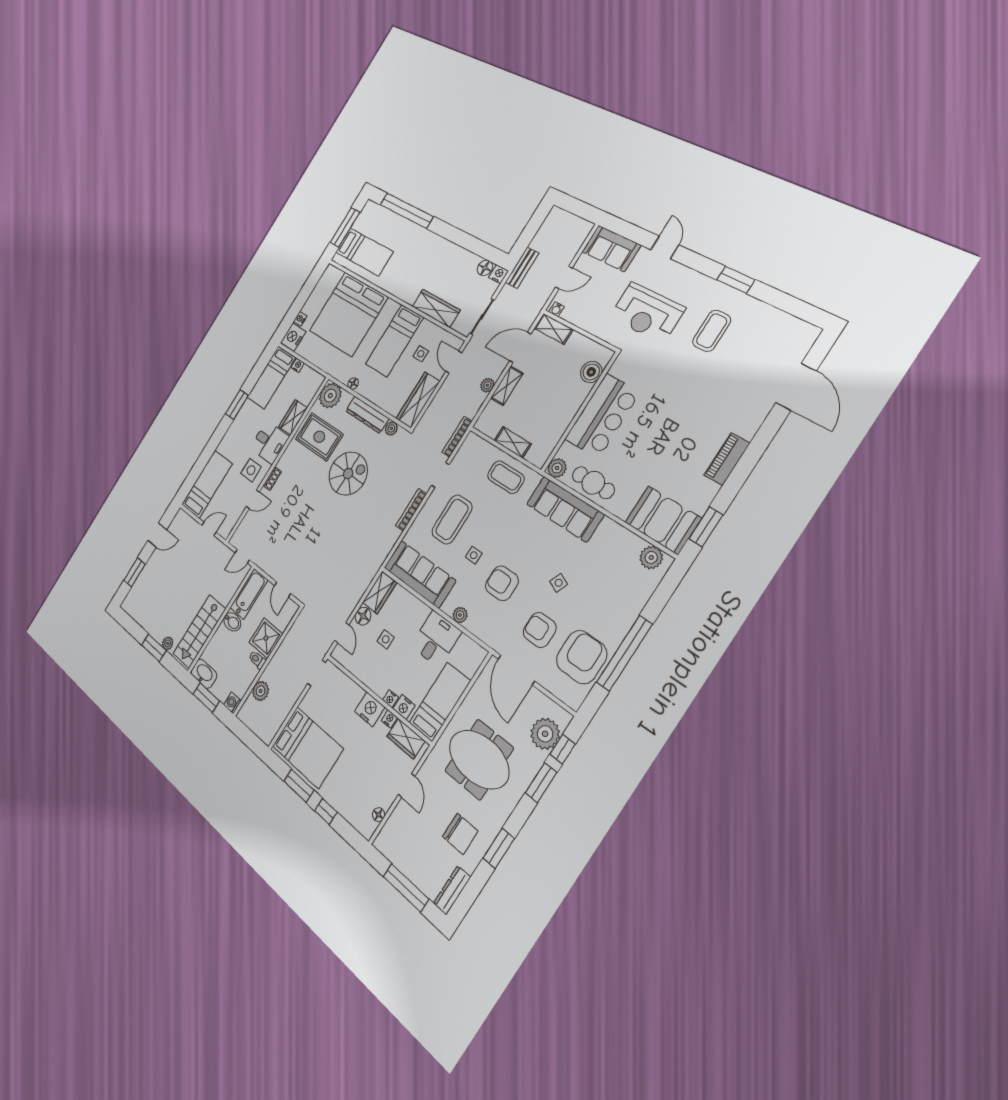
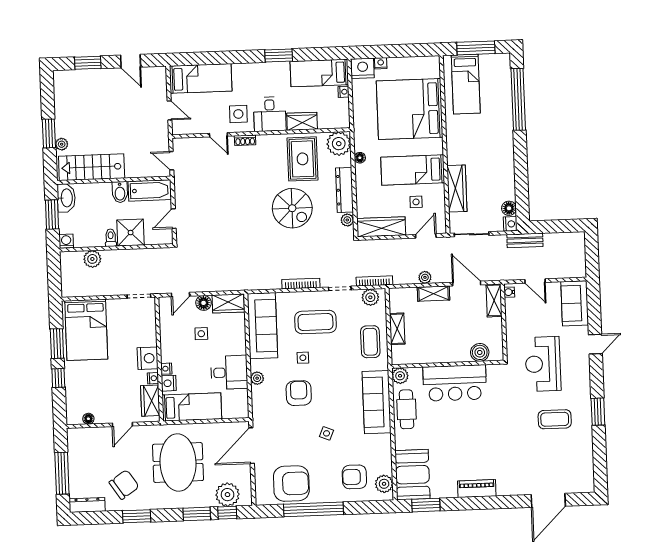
plant: (468, 450) -> (370, 297), added
armchair: (540, 630) -> (354, 477), moved, turned -90
chair: (460, 834) -> (124, 485), turned -124

